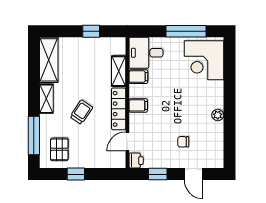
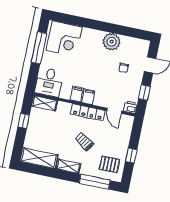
shelving: (119, 71) -> (45, 103), moved
filing cabinet: (138, 77) -> (77, 94), moved
plant: (218, 115) -> (112, 42), width x1.87, depth x1.87

